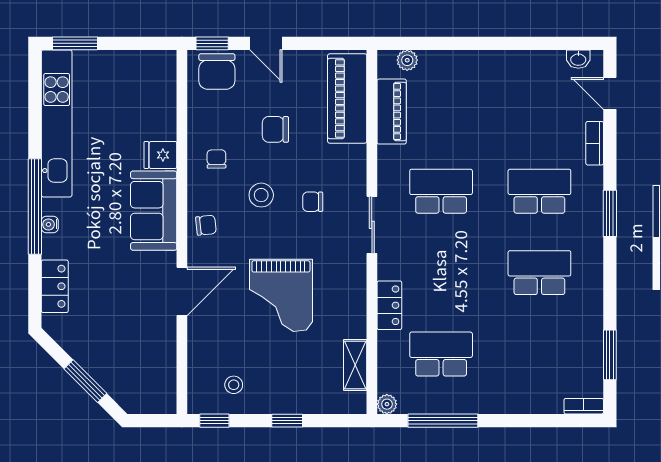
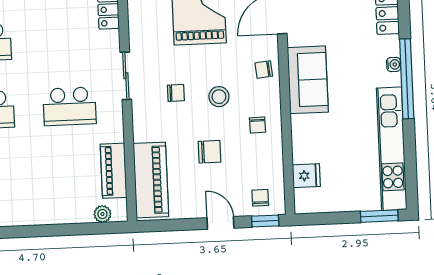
chair: (217, 71) -> (260, 198), width x0.54, depth x0.54
fridge: (160, 155) -> (306, 176), moved

